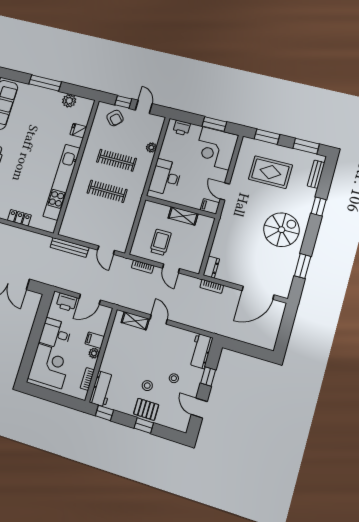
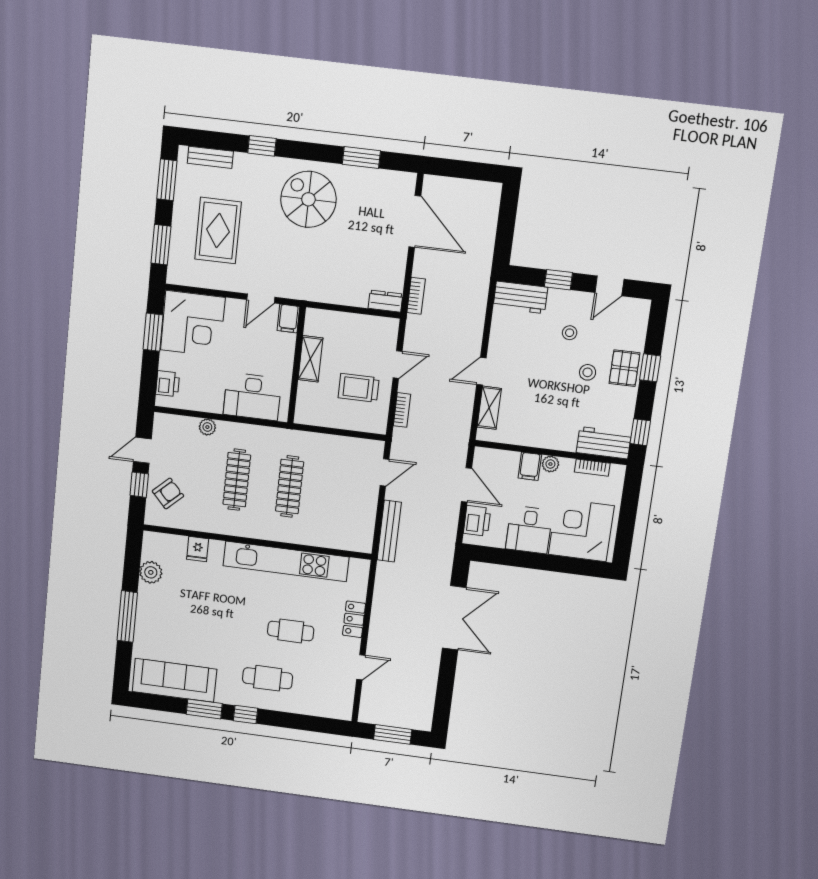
cafe table: (19, 178) -> (291, 631), added

